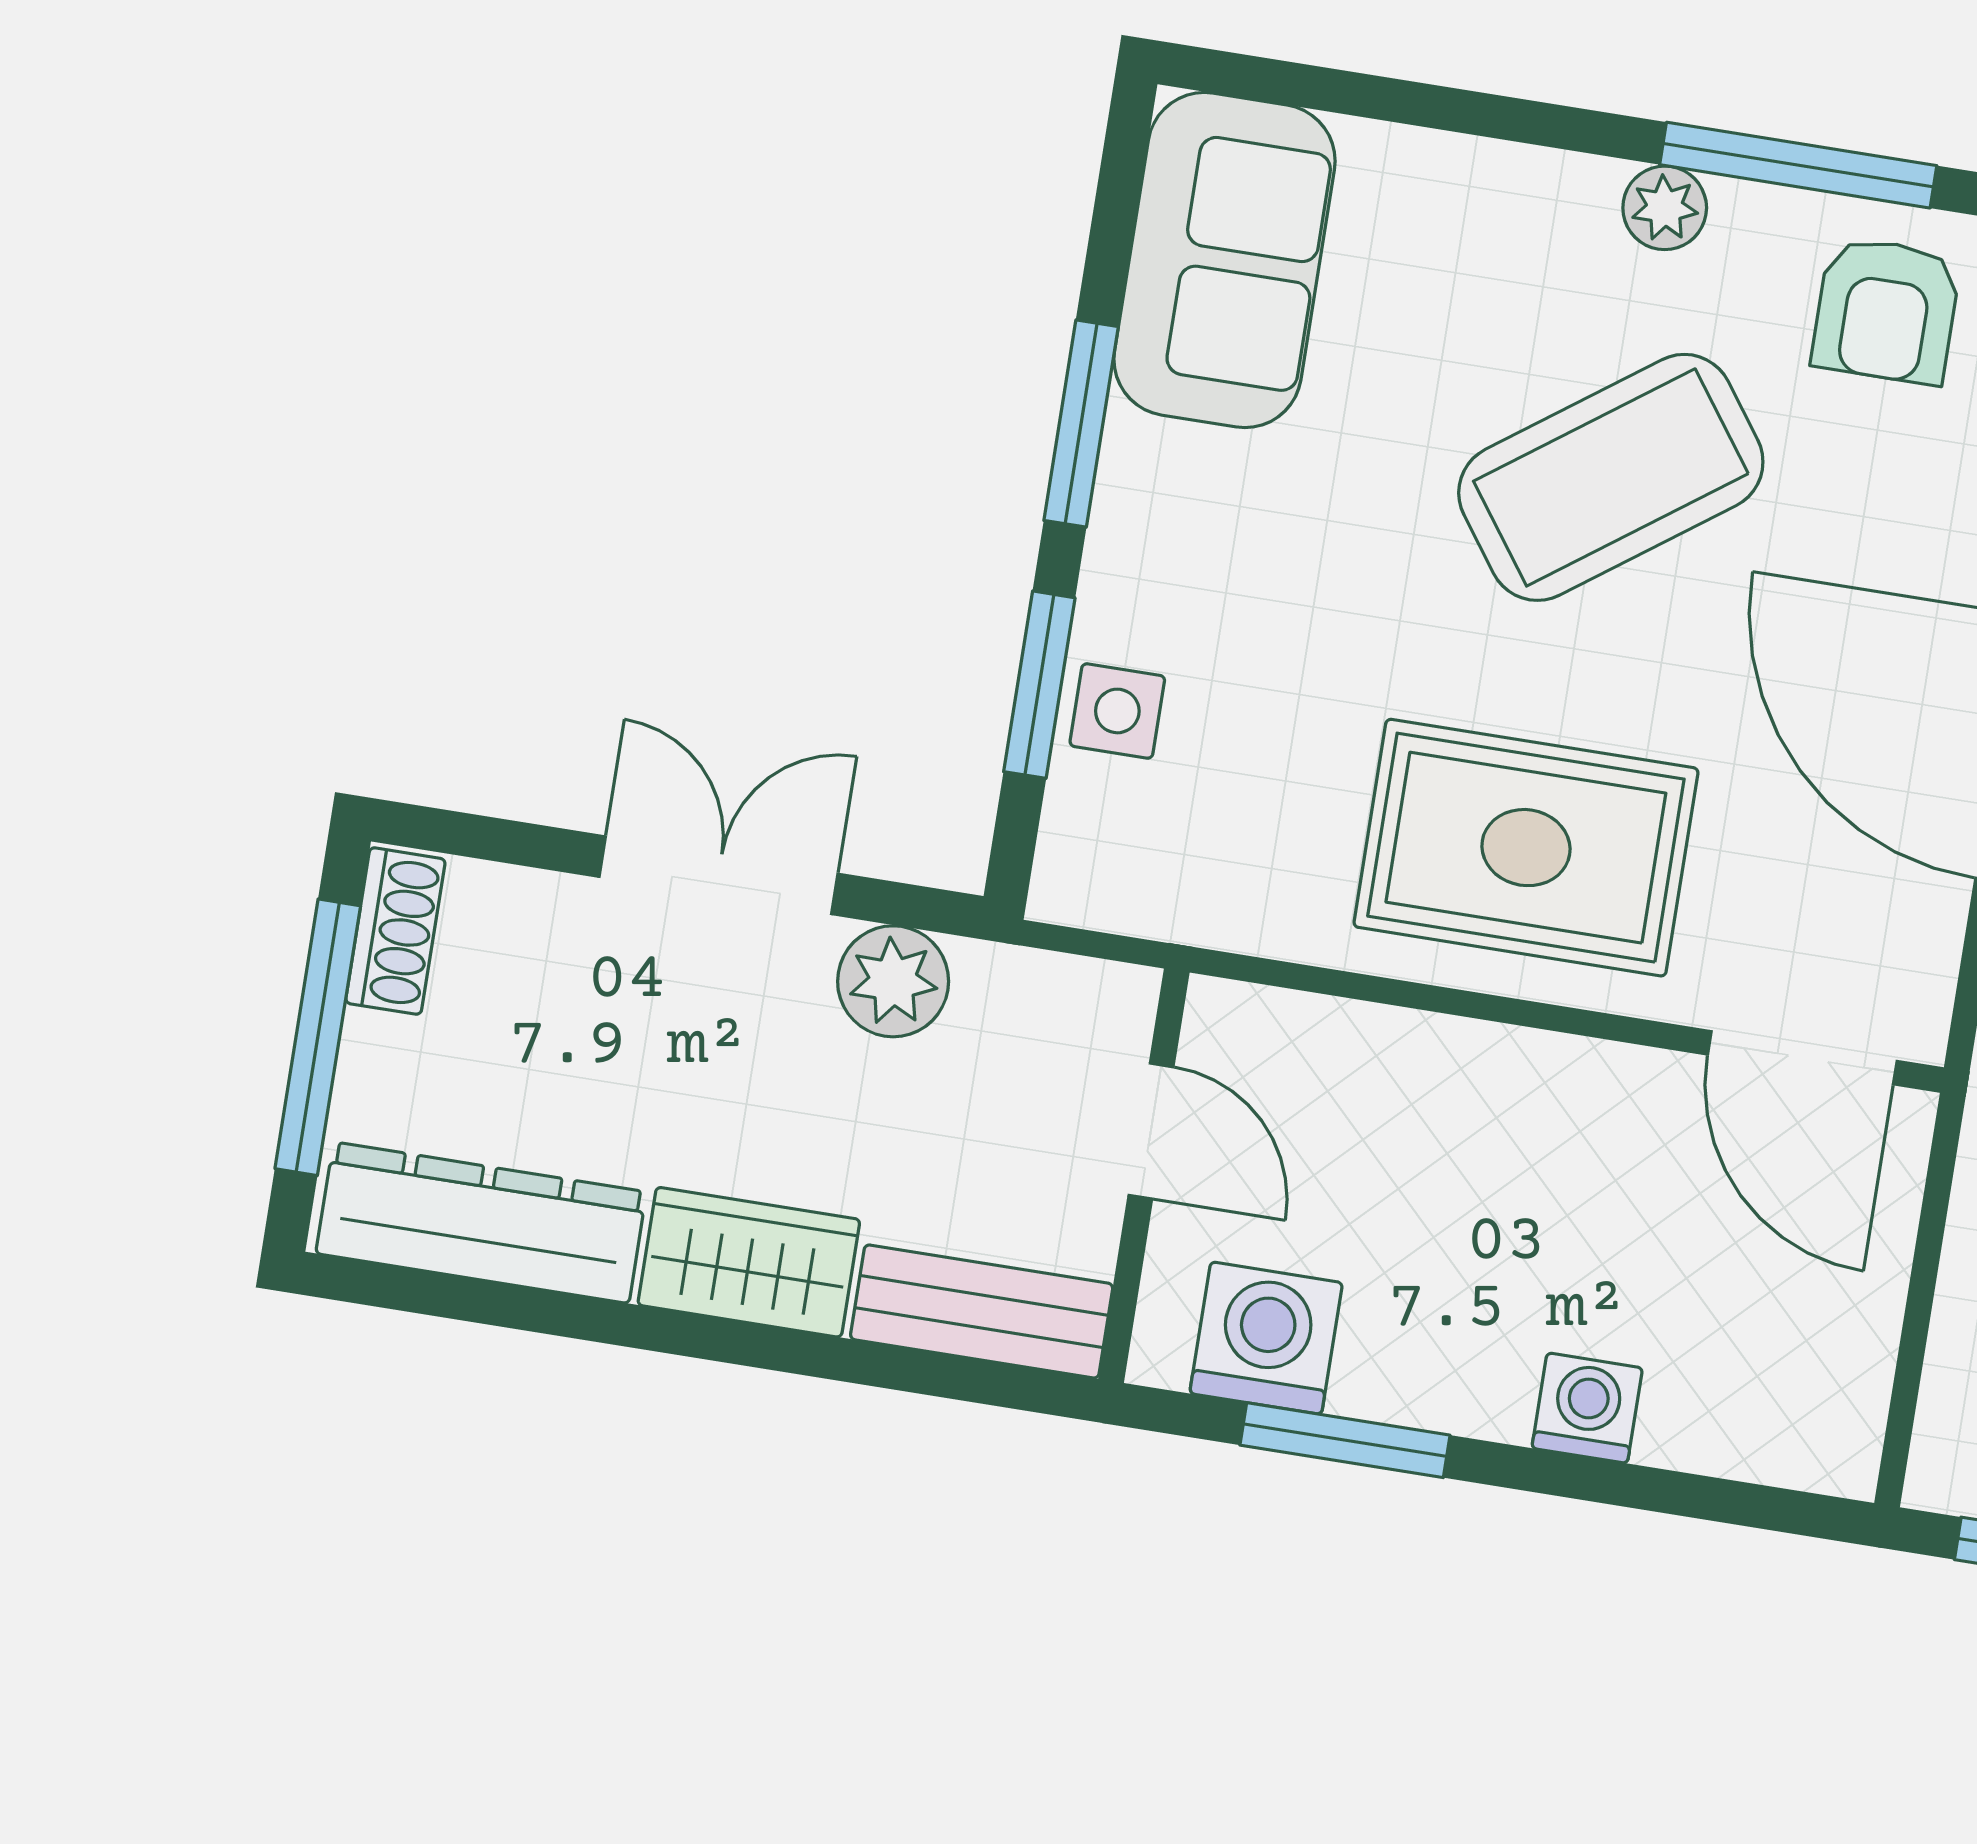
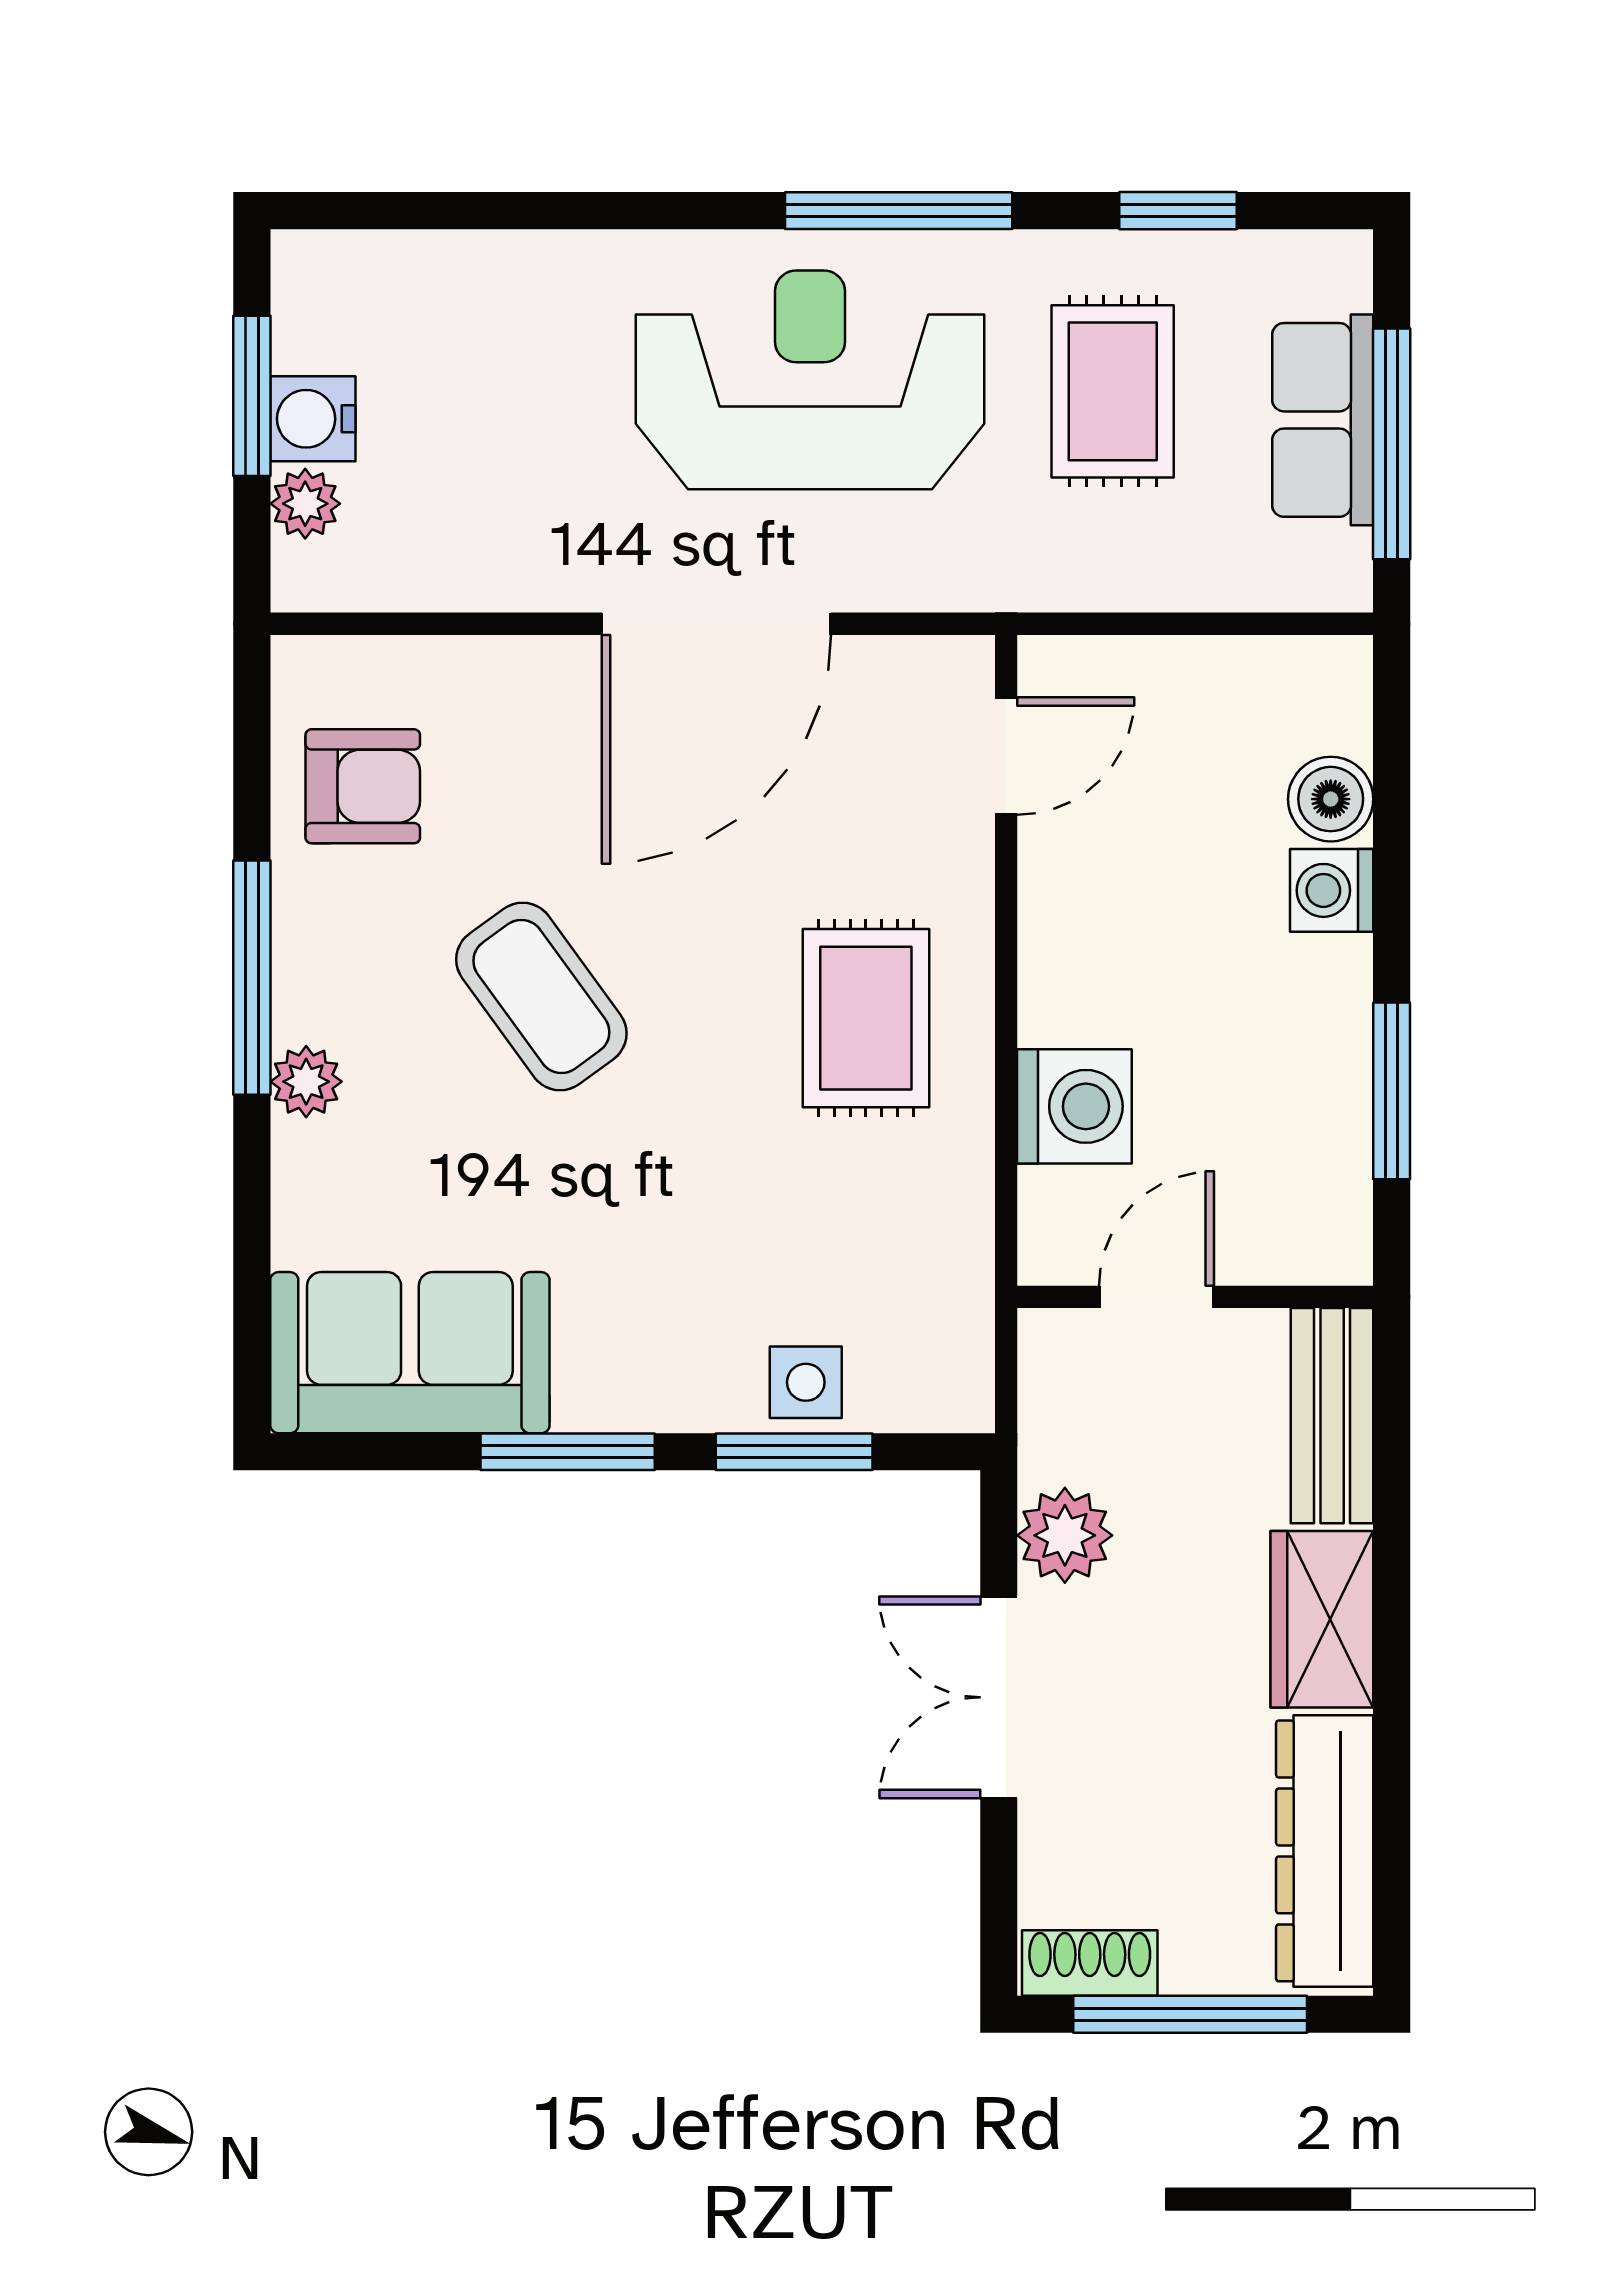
window: (1798, 165) -> (252, 978), moved
plant: (1665, 208) -> (306, 1082), moved
coffee table: (1611, 477) -> (541, 996), width x0.73, depth x0.76
rug: (1526, 848) -> (866, 1018), width x0.73, depth x0.70
door: (1802, 1058) -> (1006, 756), width x0.73
washing machine: (1266, 1338) -> (1074, 1106), moved, turned 180
boiler: (1693, 1424) -> (1331, 799), added

